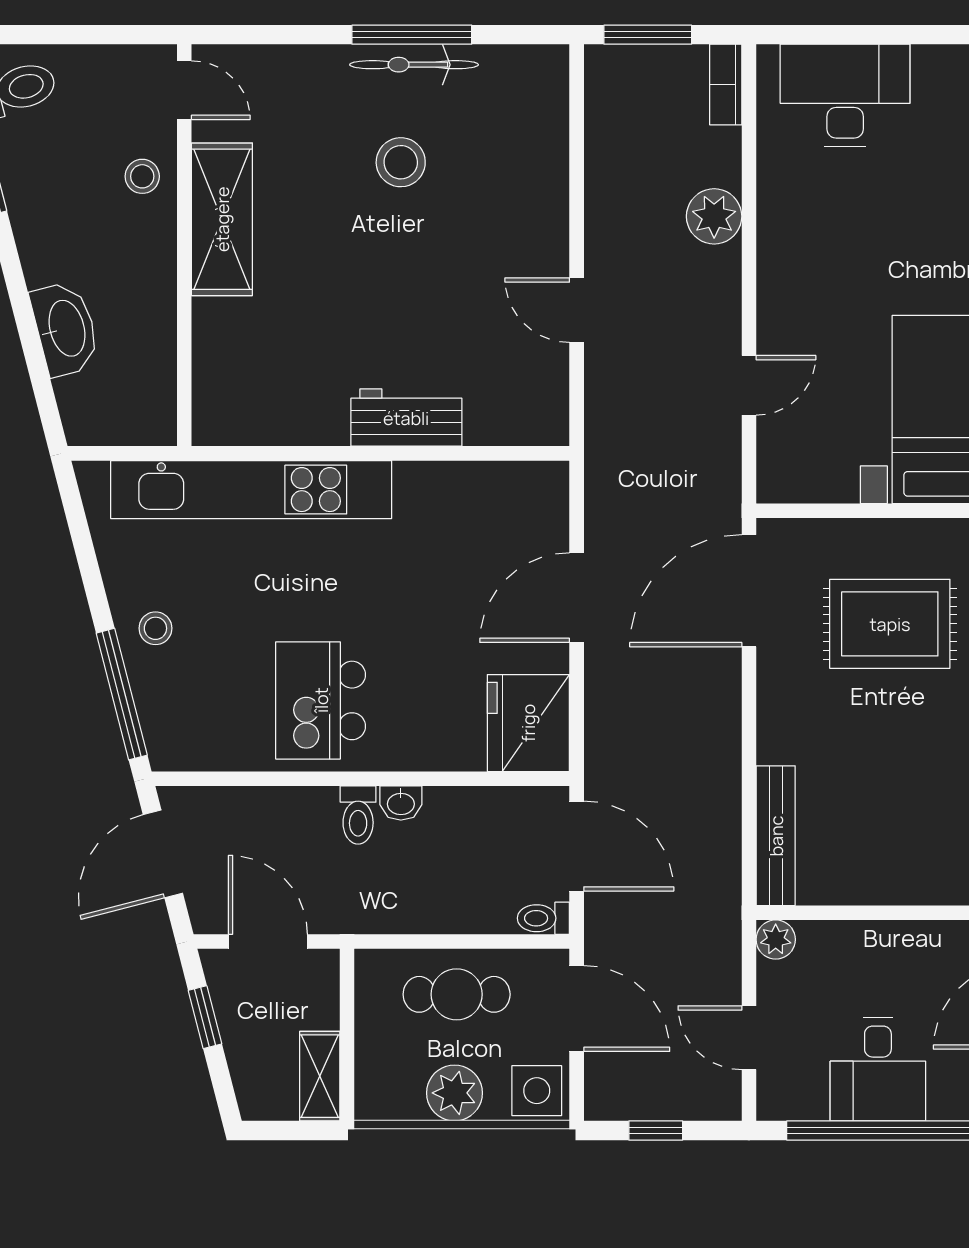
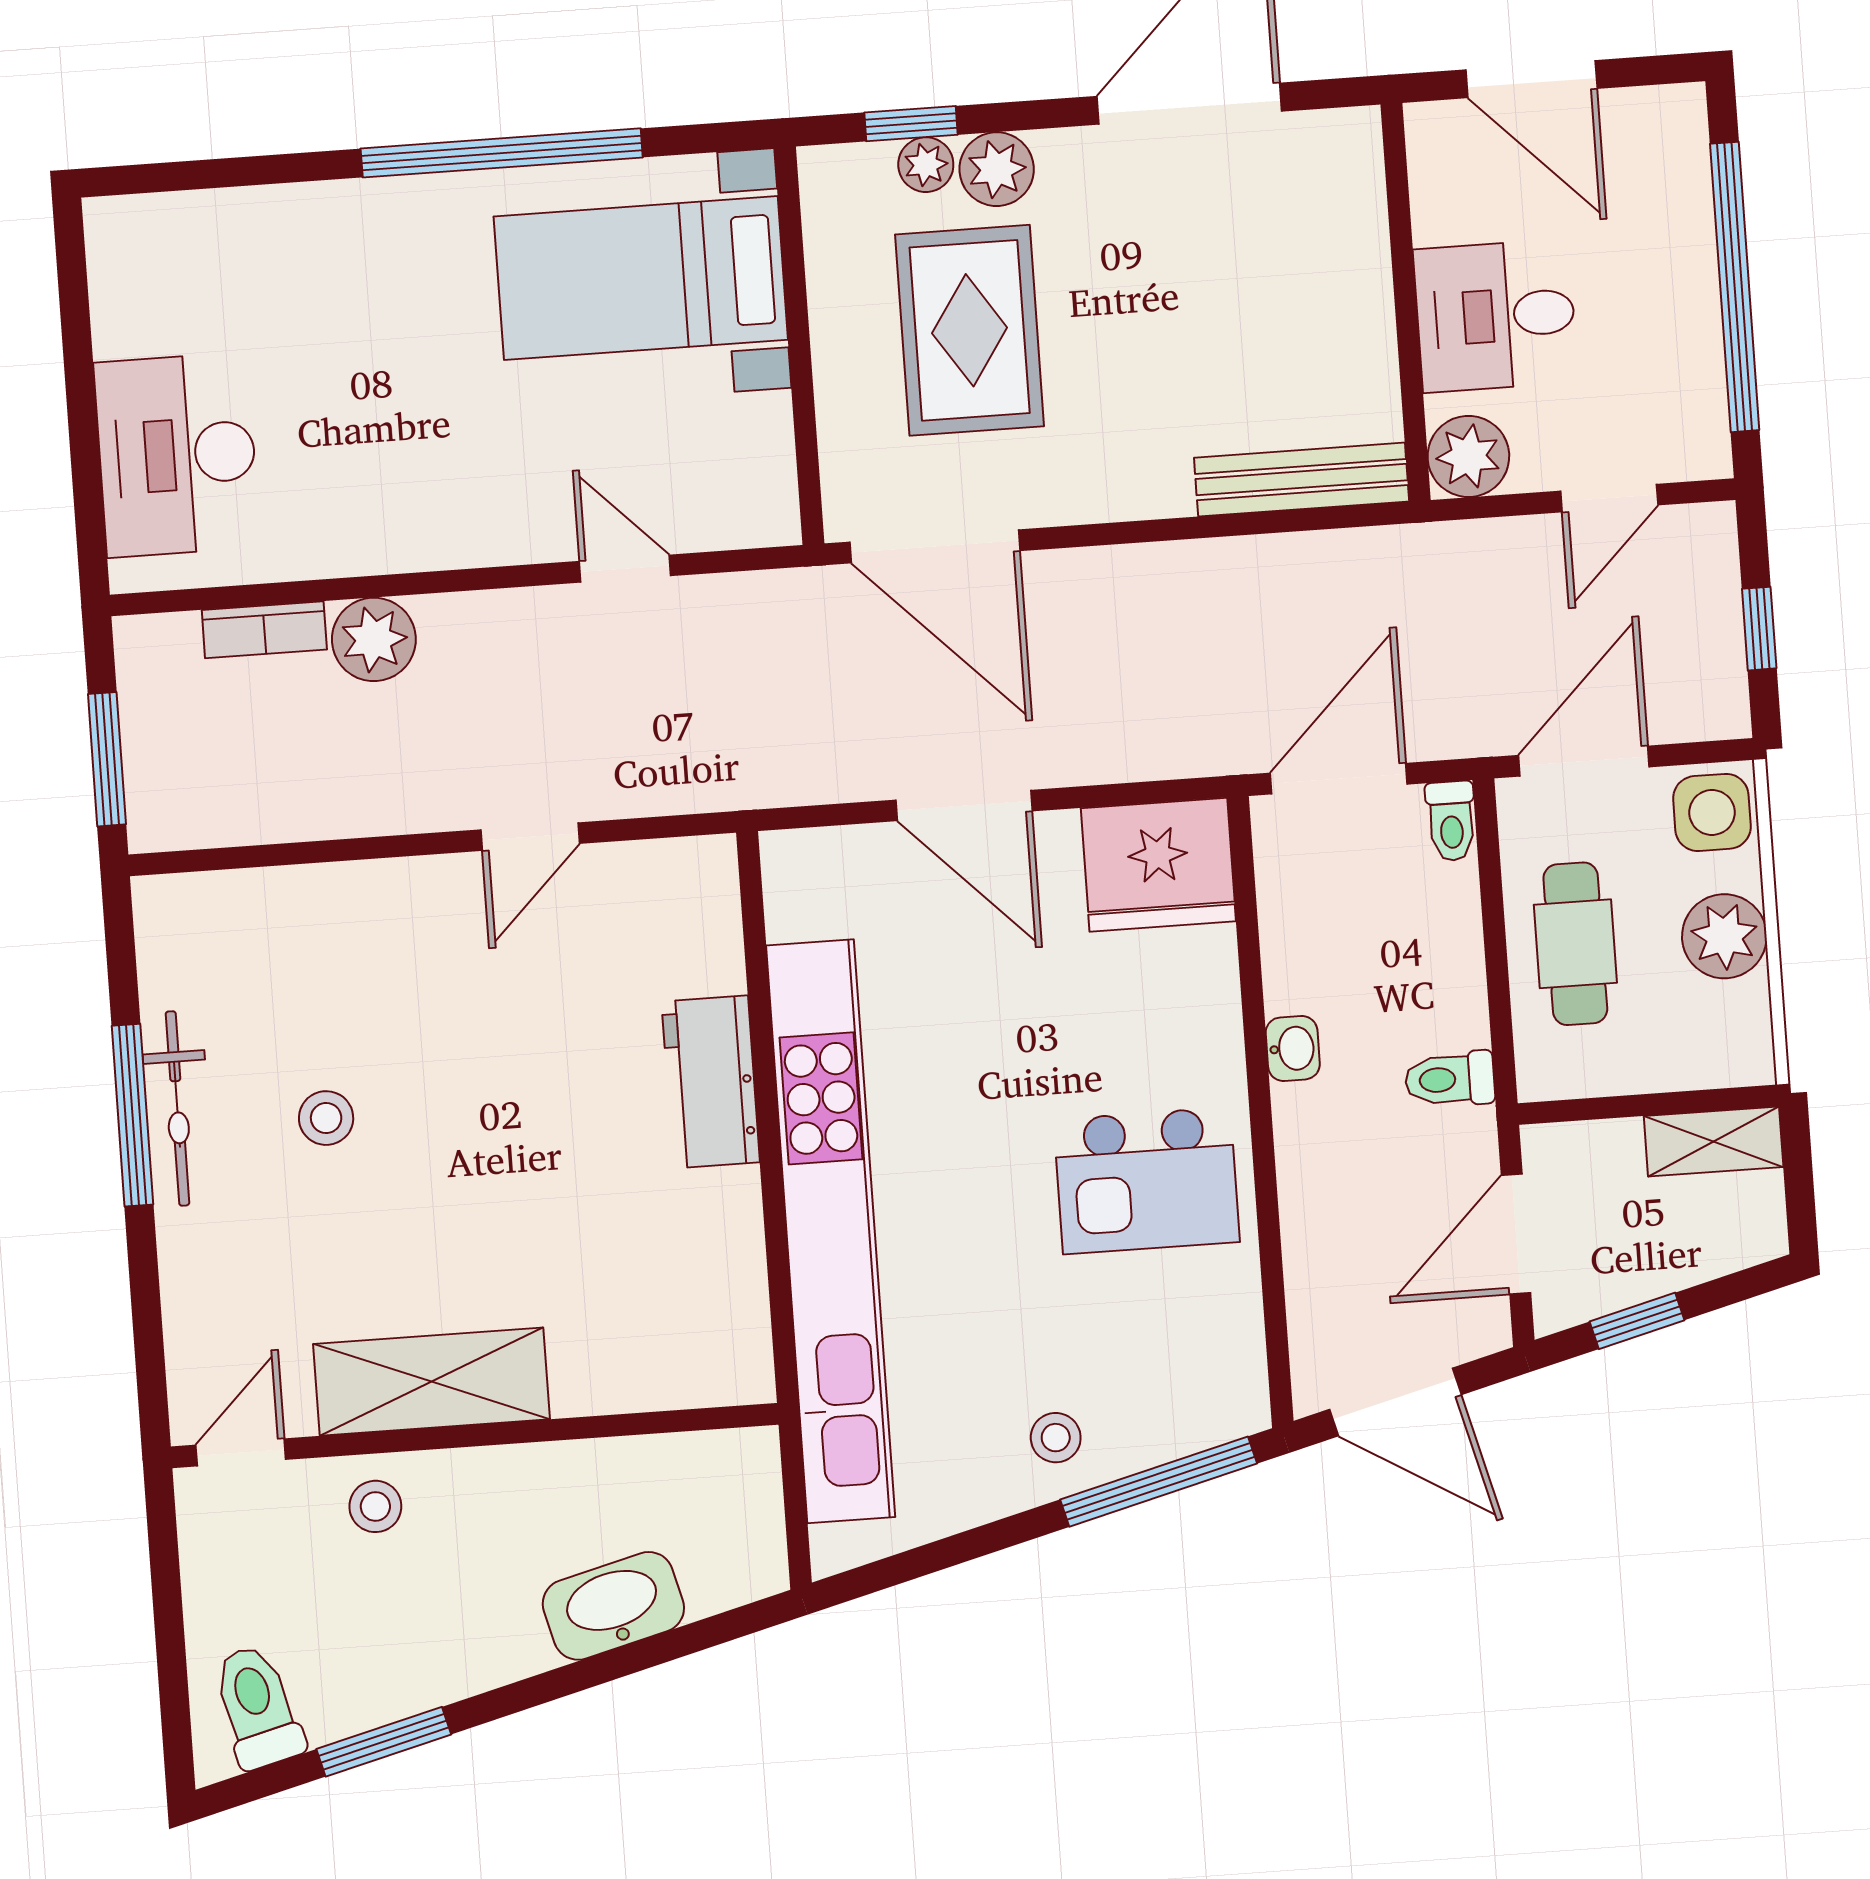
bookcase: (726, 85) -> (264, 630), moved
stool: (401, 162) -> (326, 1118), width x0.73, depth x0.73
kitchen unit: (251, 490) -> (831, 1231), width x1.36
toilet: (358, 815) -> (1450, 1079), moved, turned 180
plant: (776, 939) -> (1468, 456), width x1.38, depth x1.38
desk: (878, 1069) -> (1496, 316), moved, turned 180

